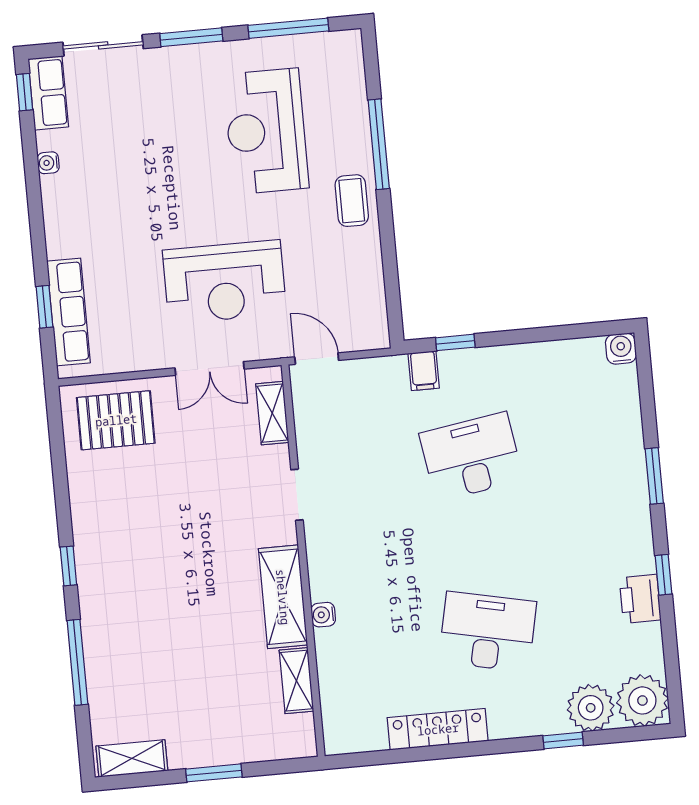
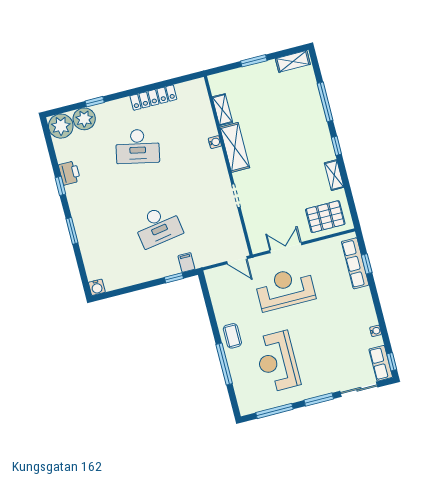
reception desk: (266, 131) -> (277, 362), turned 180
shelving: (272, 413) -> (334, 175), moved

